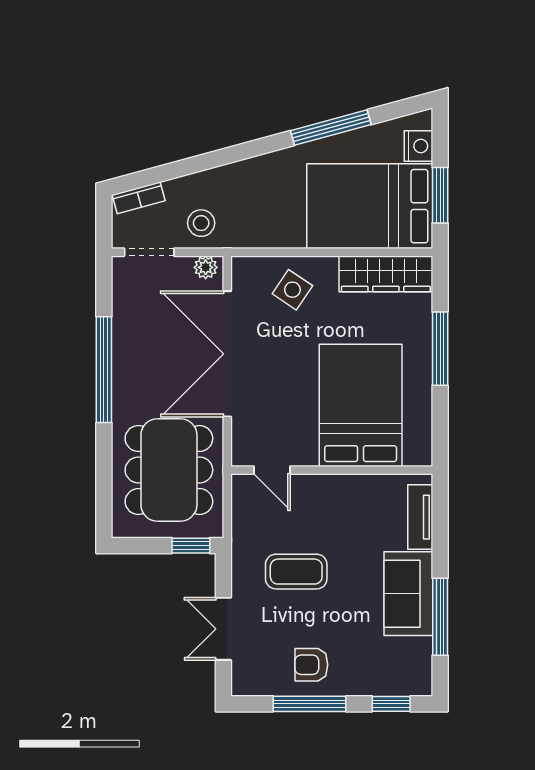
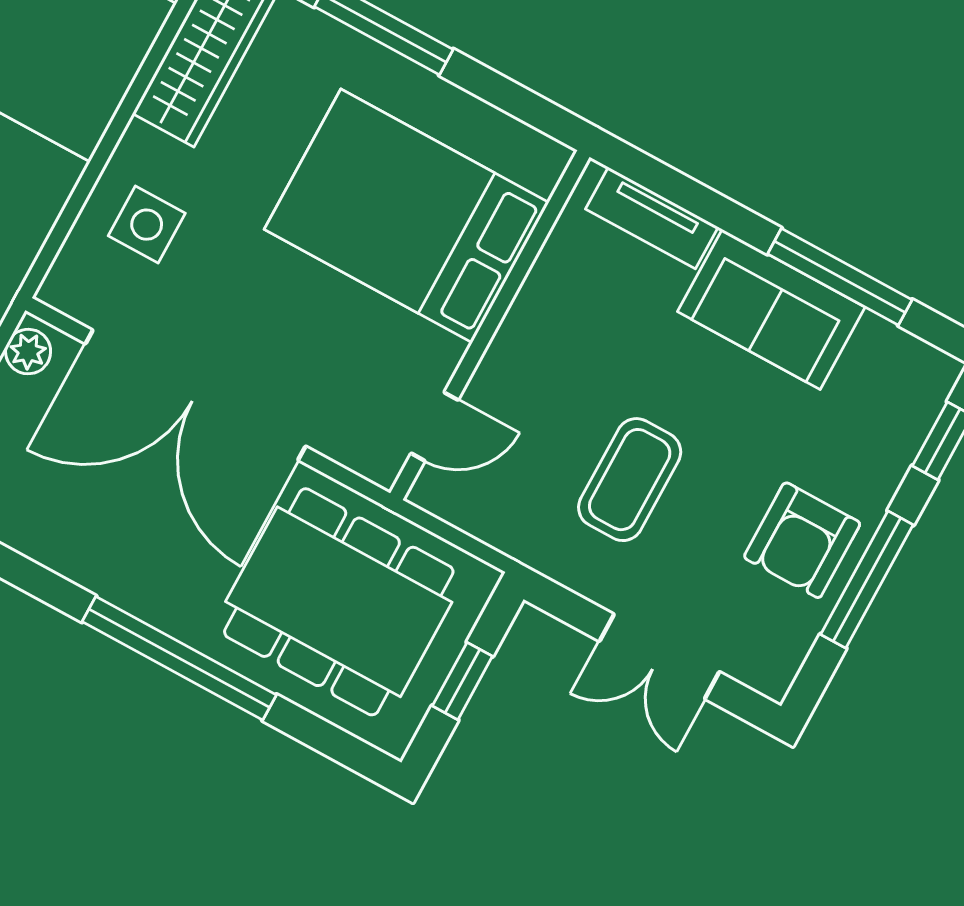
side table: (292, 290) -> (147, 225), turned -34
window: (104, 370) -> (179, 658), moved
window: (191, 546) -> (462, 681), moved
armchair: (311, 665) -> (802, 540), width x1.38, depth x1.38

